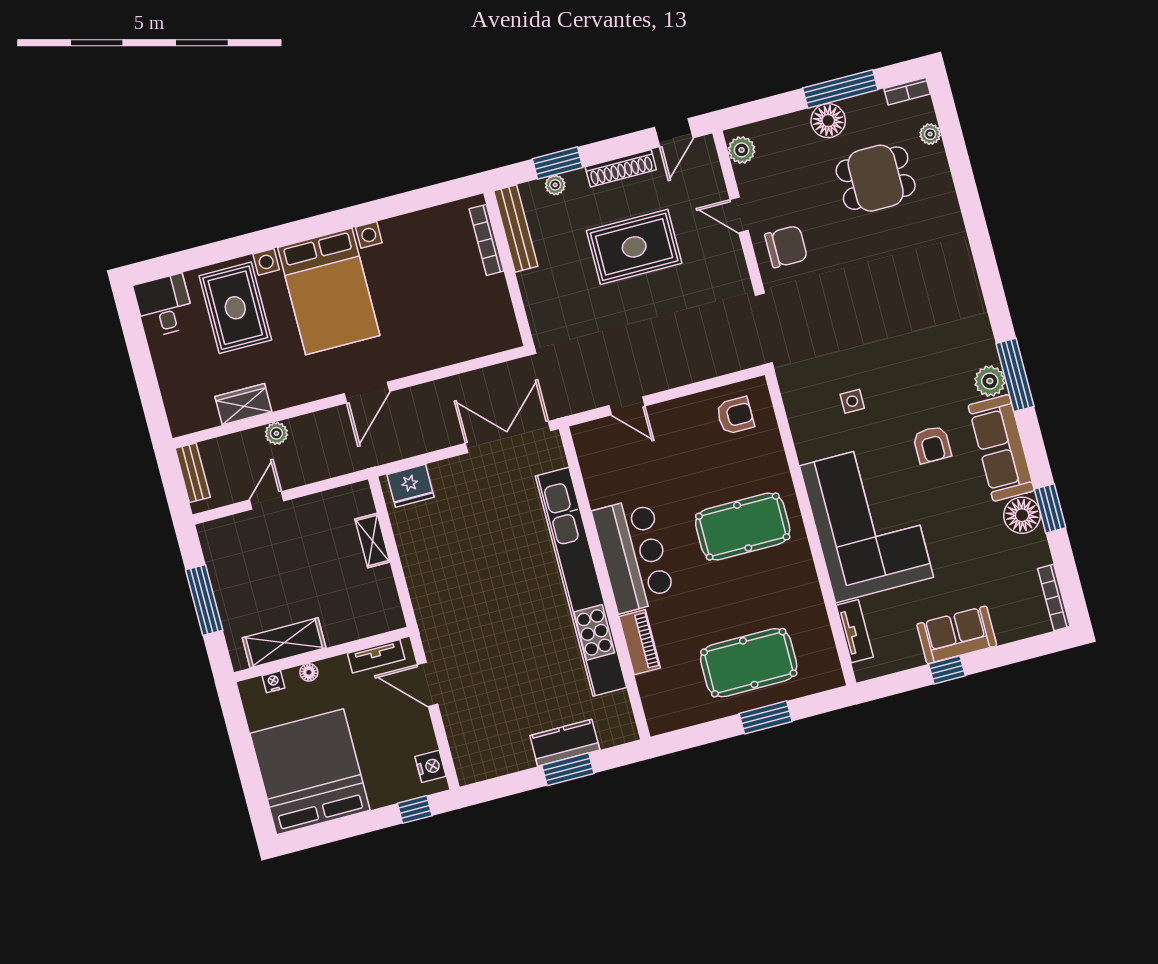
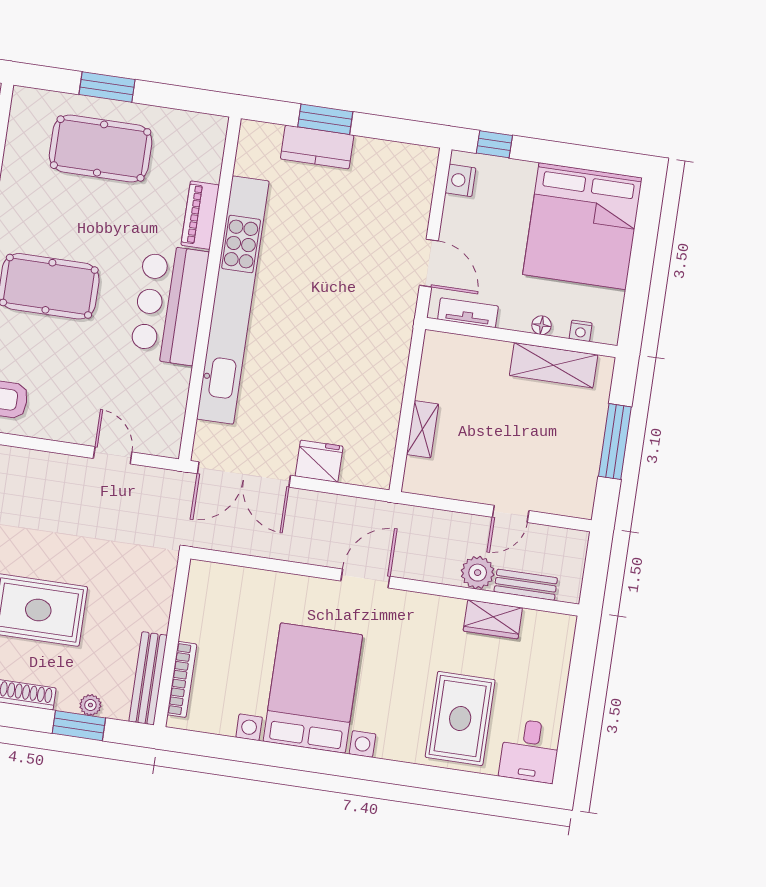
bed with nightstands: (329, 291) -> (313, 688), moved
plant: (276, 433) -> (478, 573), width x1.38, depth x1.38
bench: (193, 473) -> (526, 585), moved, turned 90
fridge: (410, 486) -> (319, 461), moved

